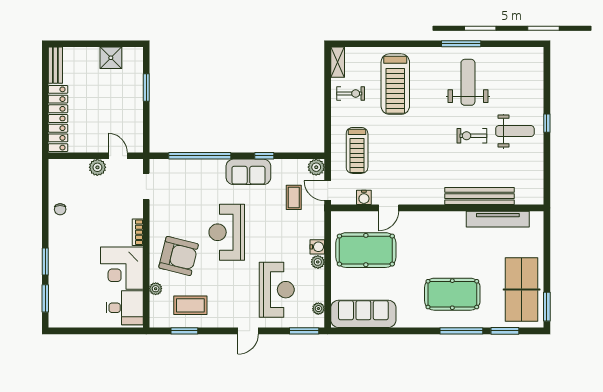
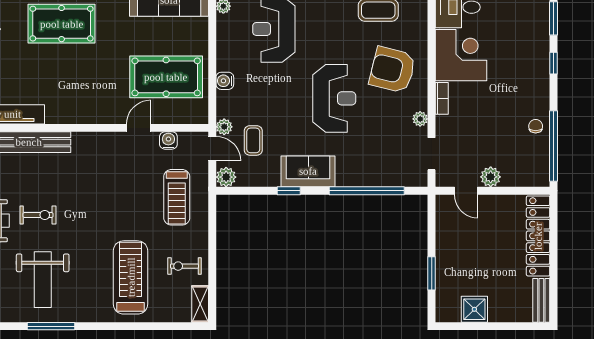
treadmill: (357, 150) -> (177, 197), turned 180
window: (45, 193) -> (554, 146), added
window: (45, 261) -> (554, 63), width x0.67
plant: (318, 262) -> (224, 127), moved
plant: (156, 289) -> (420, 119), moved

